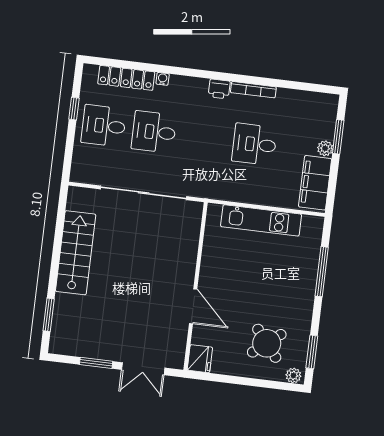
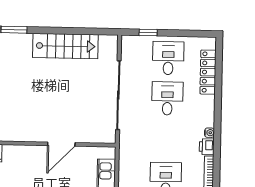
water cooler: (163, 79) -> (209, 133), moved
window: (74, 109) -> (148, 33), moved
door: (193, 306) -> (61, 144), moved

